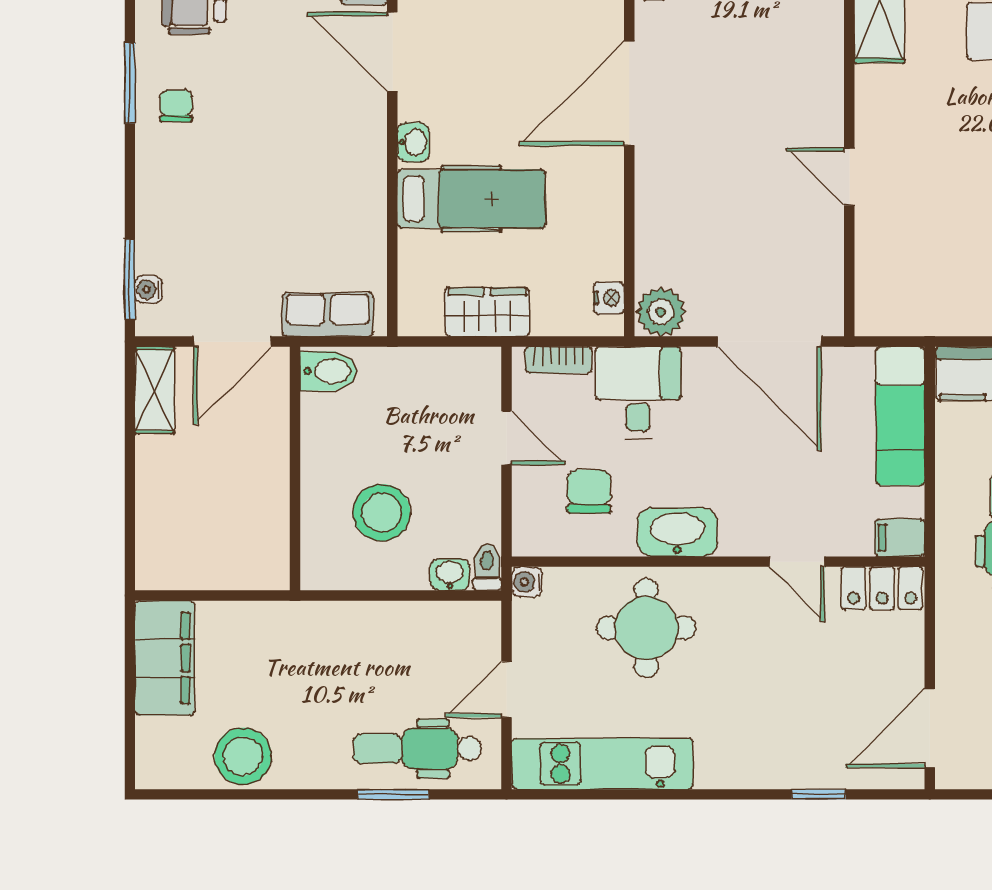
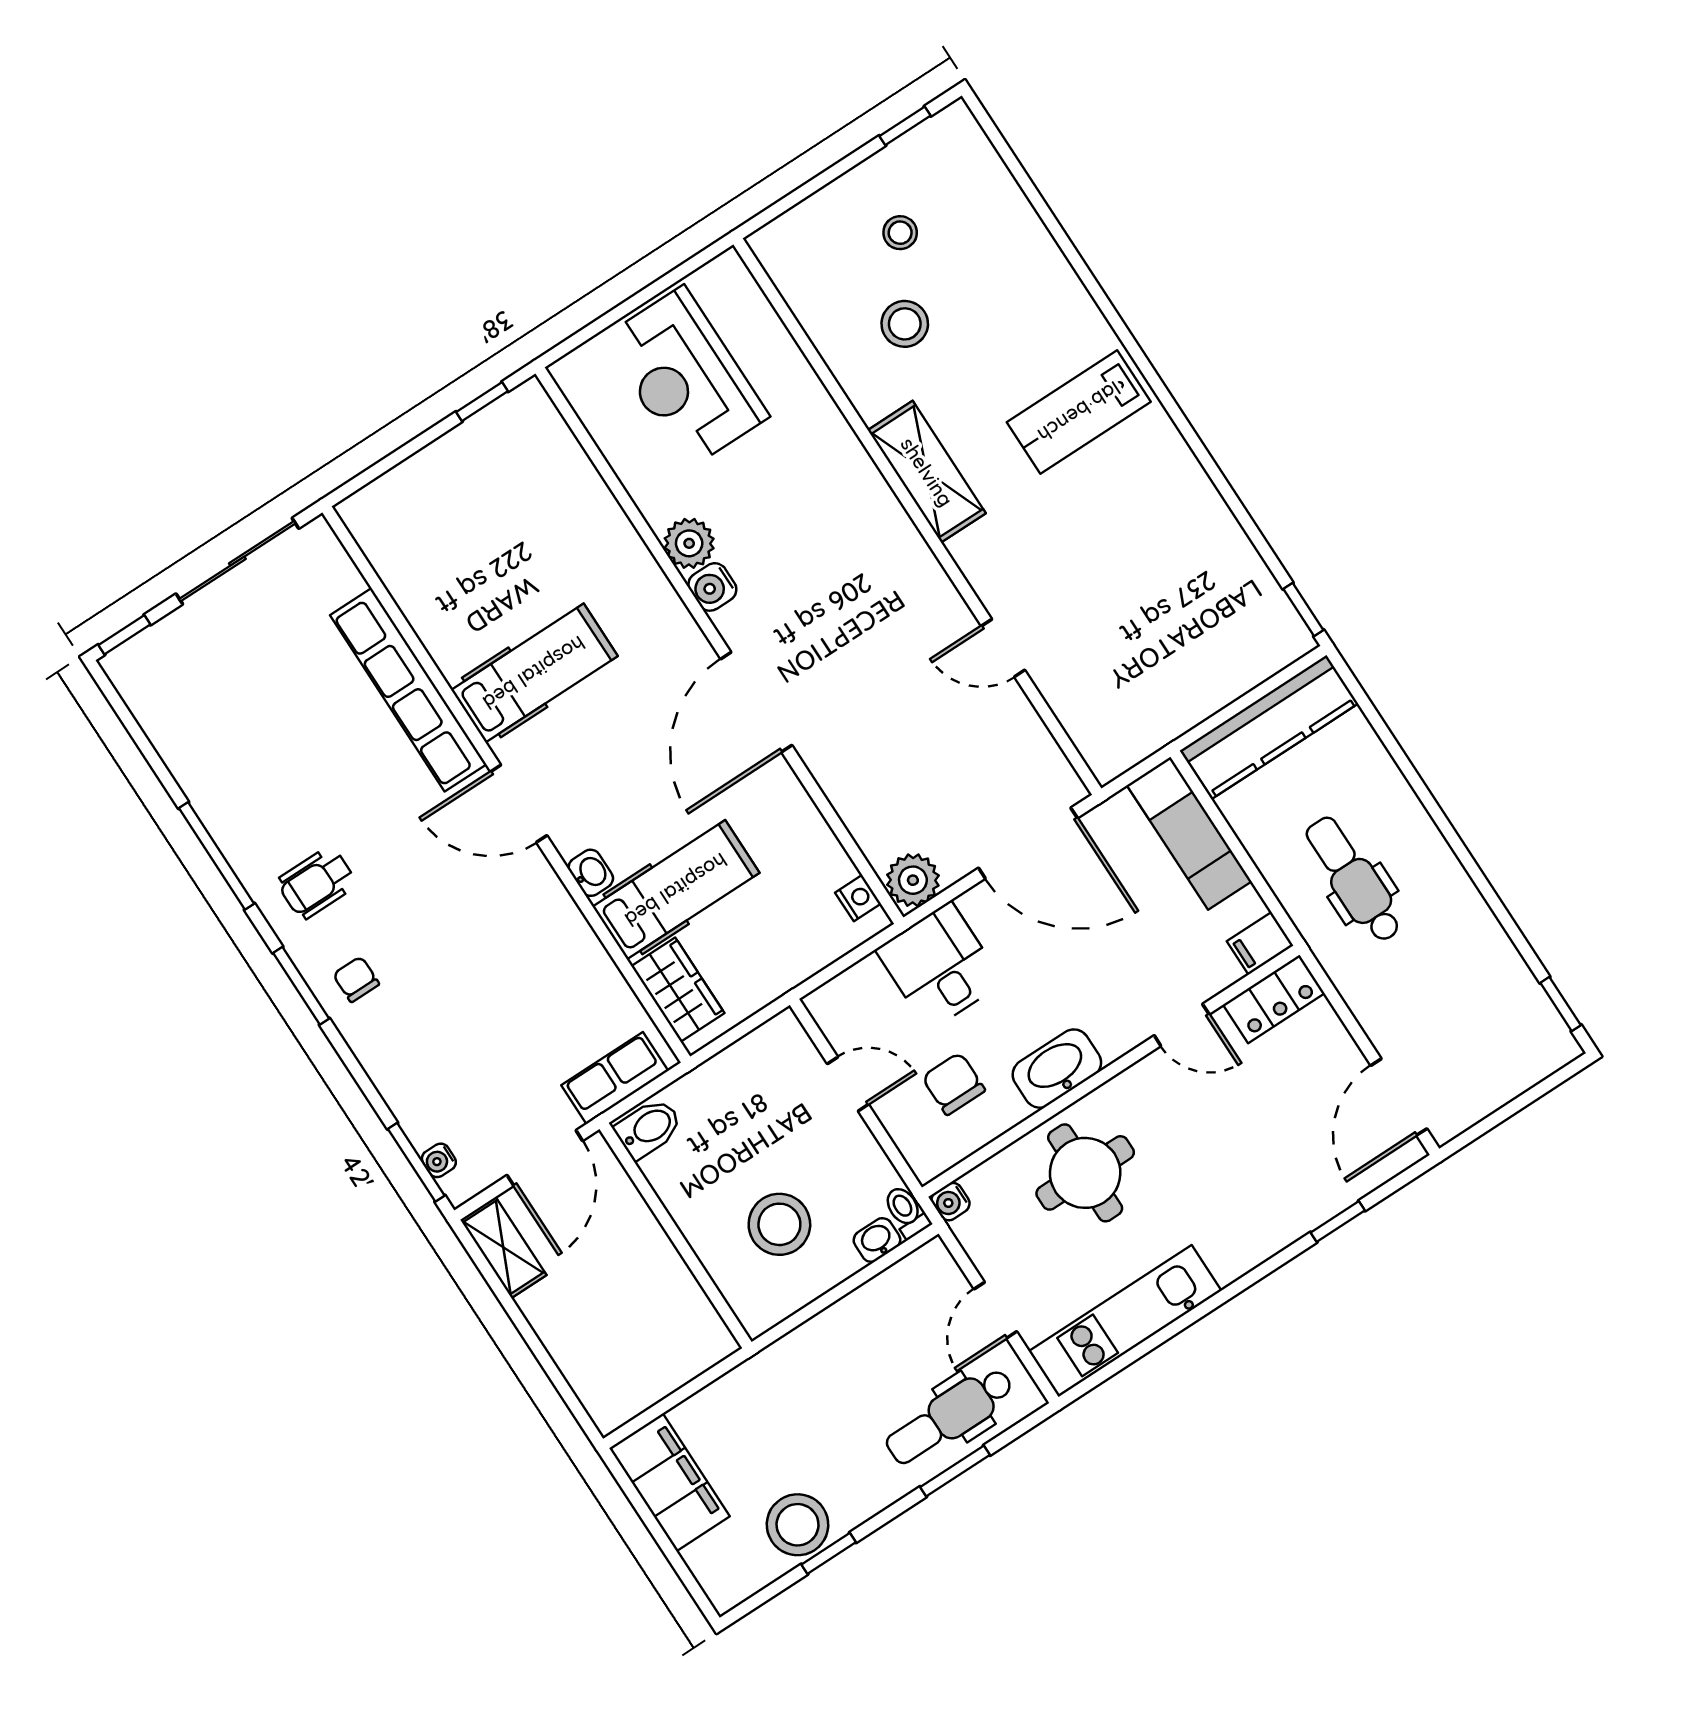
wardrobe: (487, 312) -> (678, 990), moved, turned 90
bookcase: (559, 360) -> (849, 983), removed
window: (253, 794) -> (829, 1553), added

